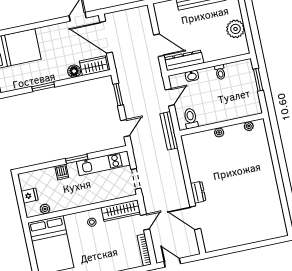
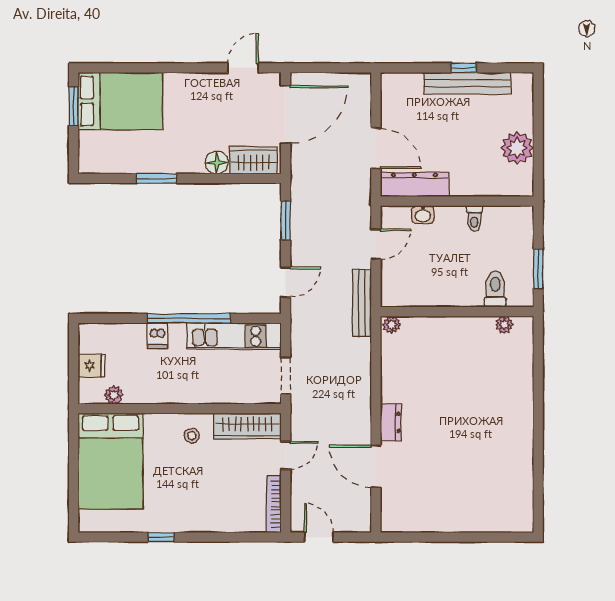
door: (106, 37) -> (286, 115), swing flipped
window: (258, 80) -> (538, 269), moved
toilet: (191, 118) -> (495, 289), moved
plant: (219, 132) -> (392, 325), moved
window: (77, 159) -> (189, 318), width x2.11

